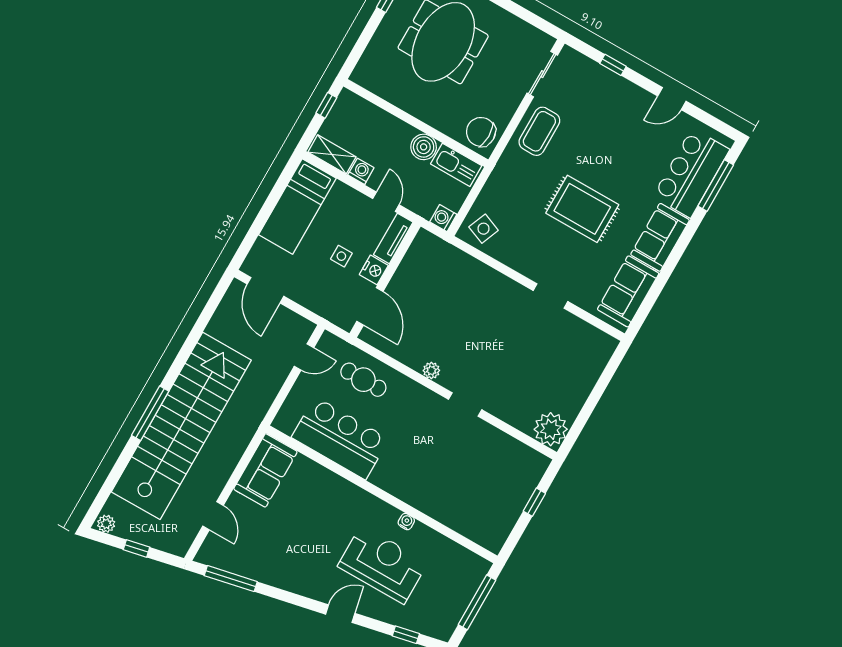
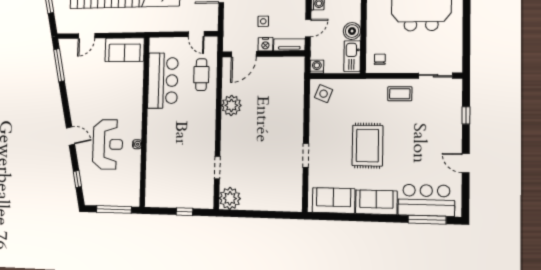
coffee table: (539, 131) -> (400, 94), width x0.73, depth x0.77
chair: (481, 132) -> (380, 59), width x0.54, depth x0.54
plant: (431, 370) -> (231, 105), width x1.88, depth x1.88
doorway: (465, 404) -> (217, 168), moved

